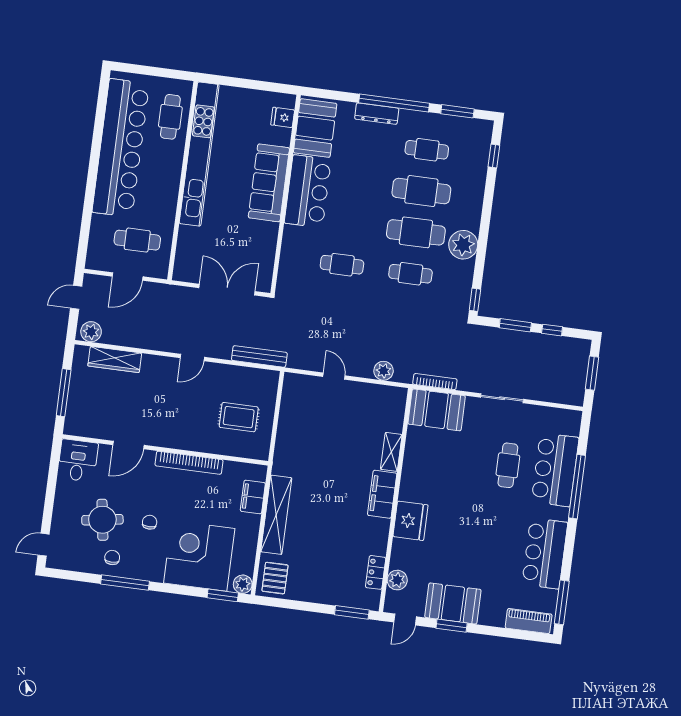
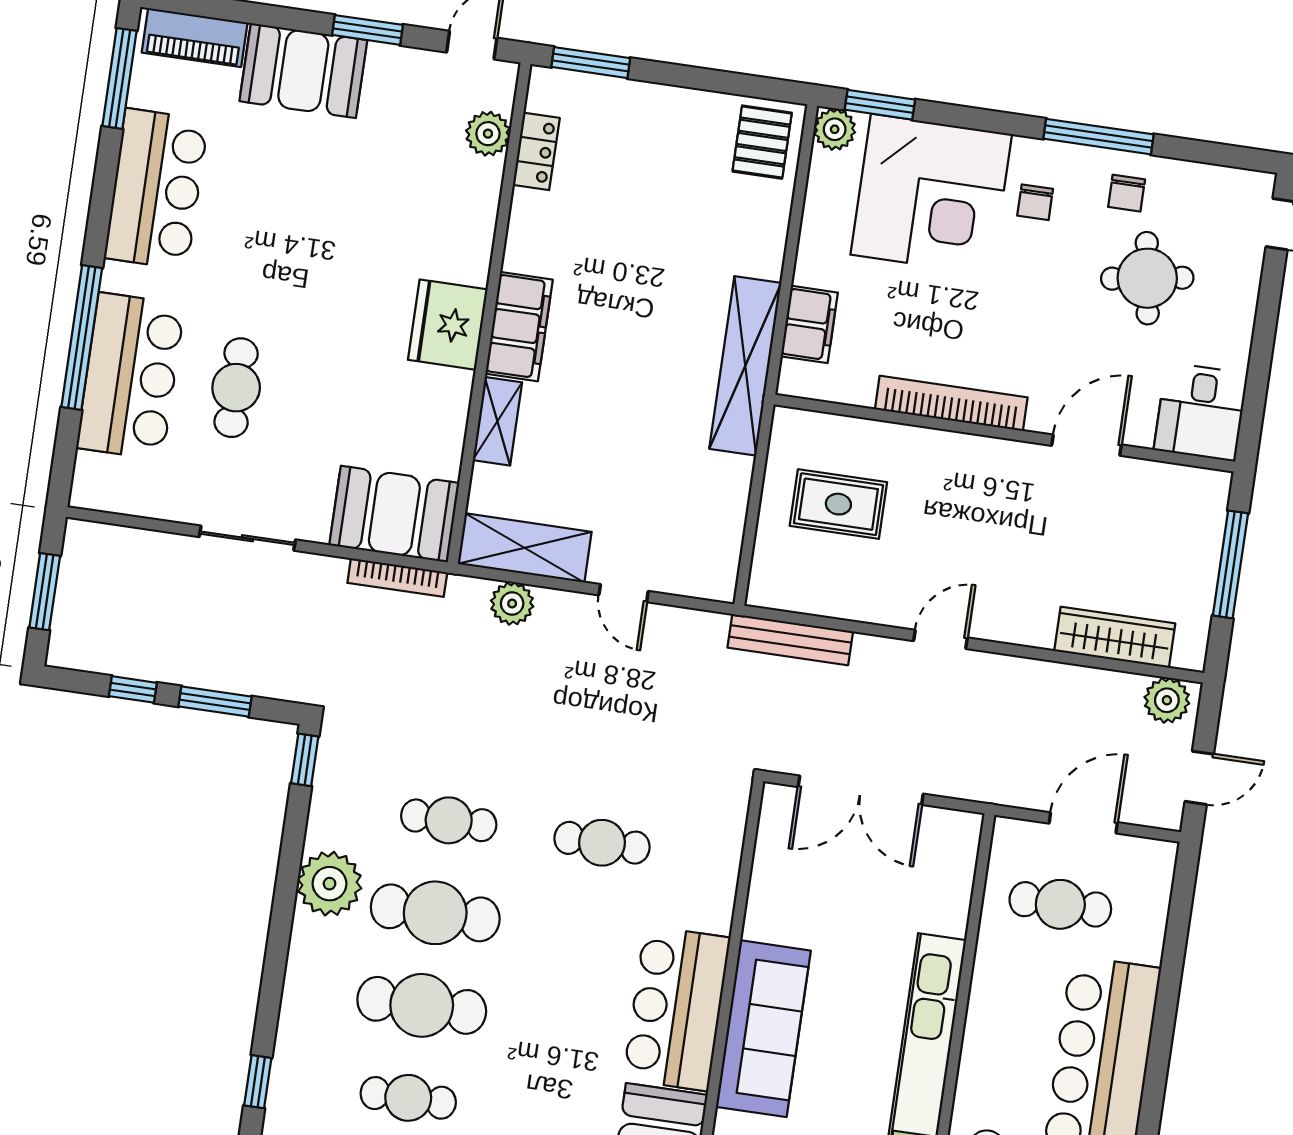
shelving: (378, 396) -> (525, 548), added
shelving: (276, 515) -> (745, 366), moved
fridge: (411, 521) -> (448, 325), moved
chair: (150, 522) -> (1035, 202), moved
booth: (453, 603) -> (303, 71), moved

